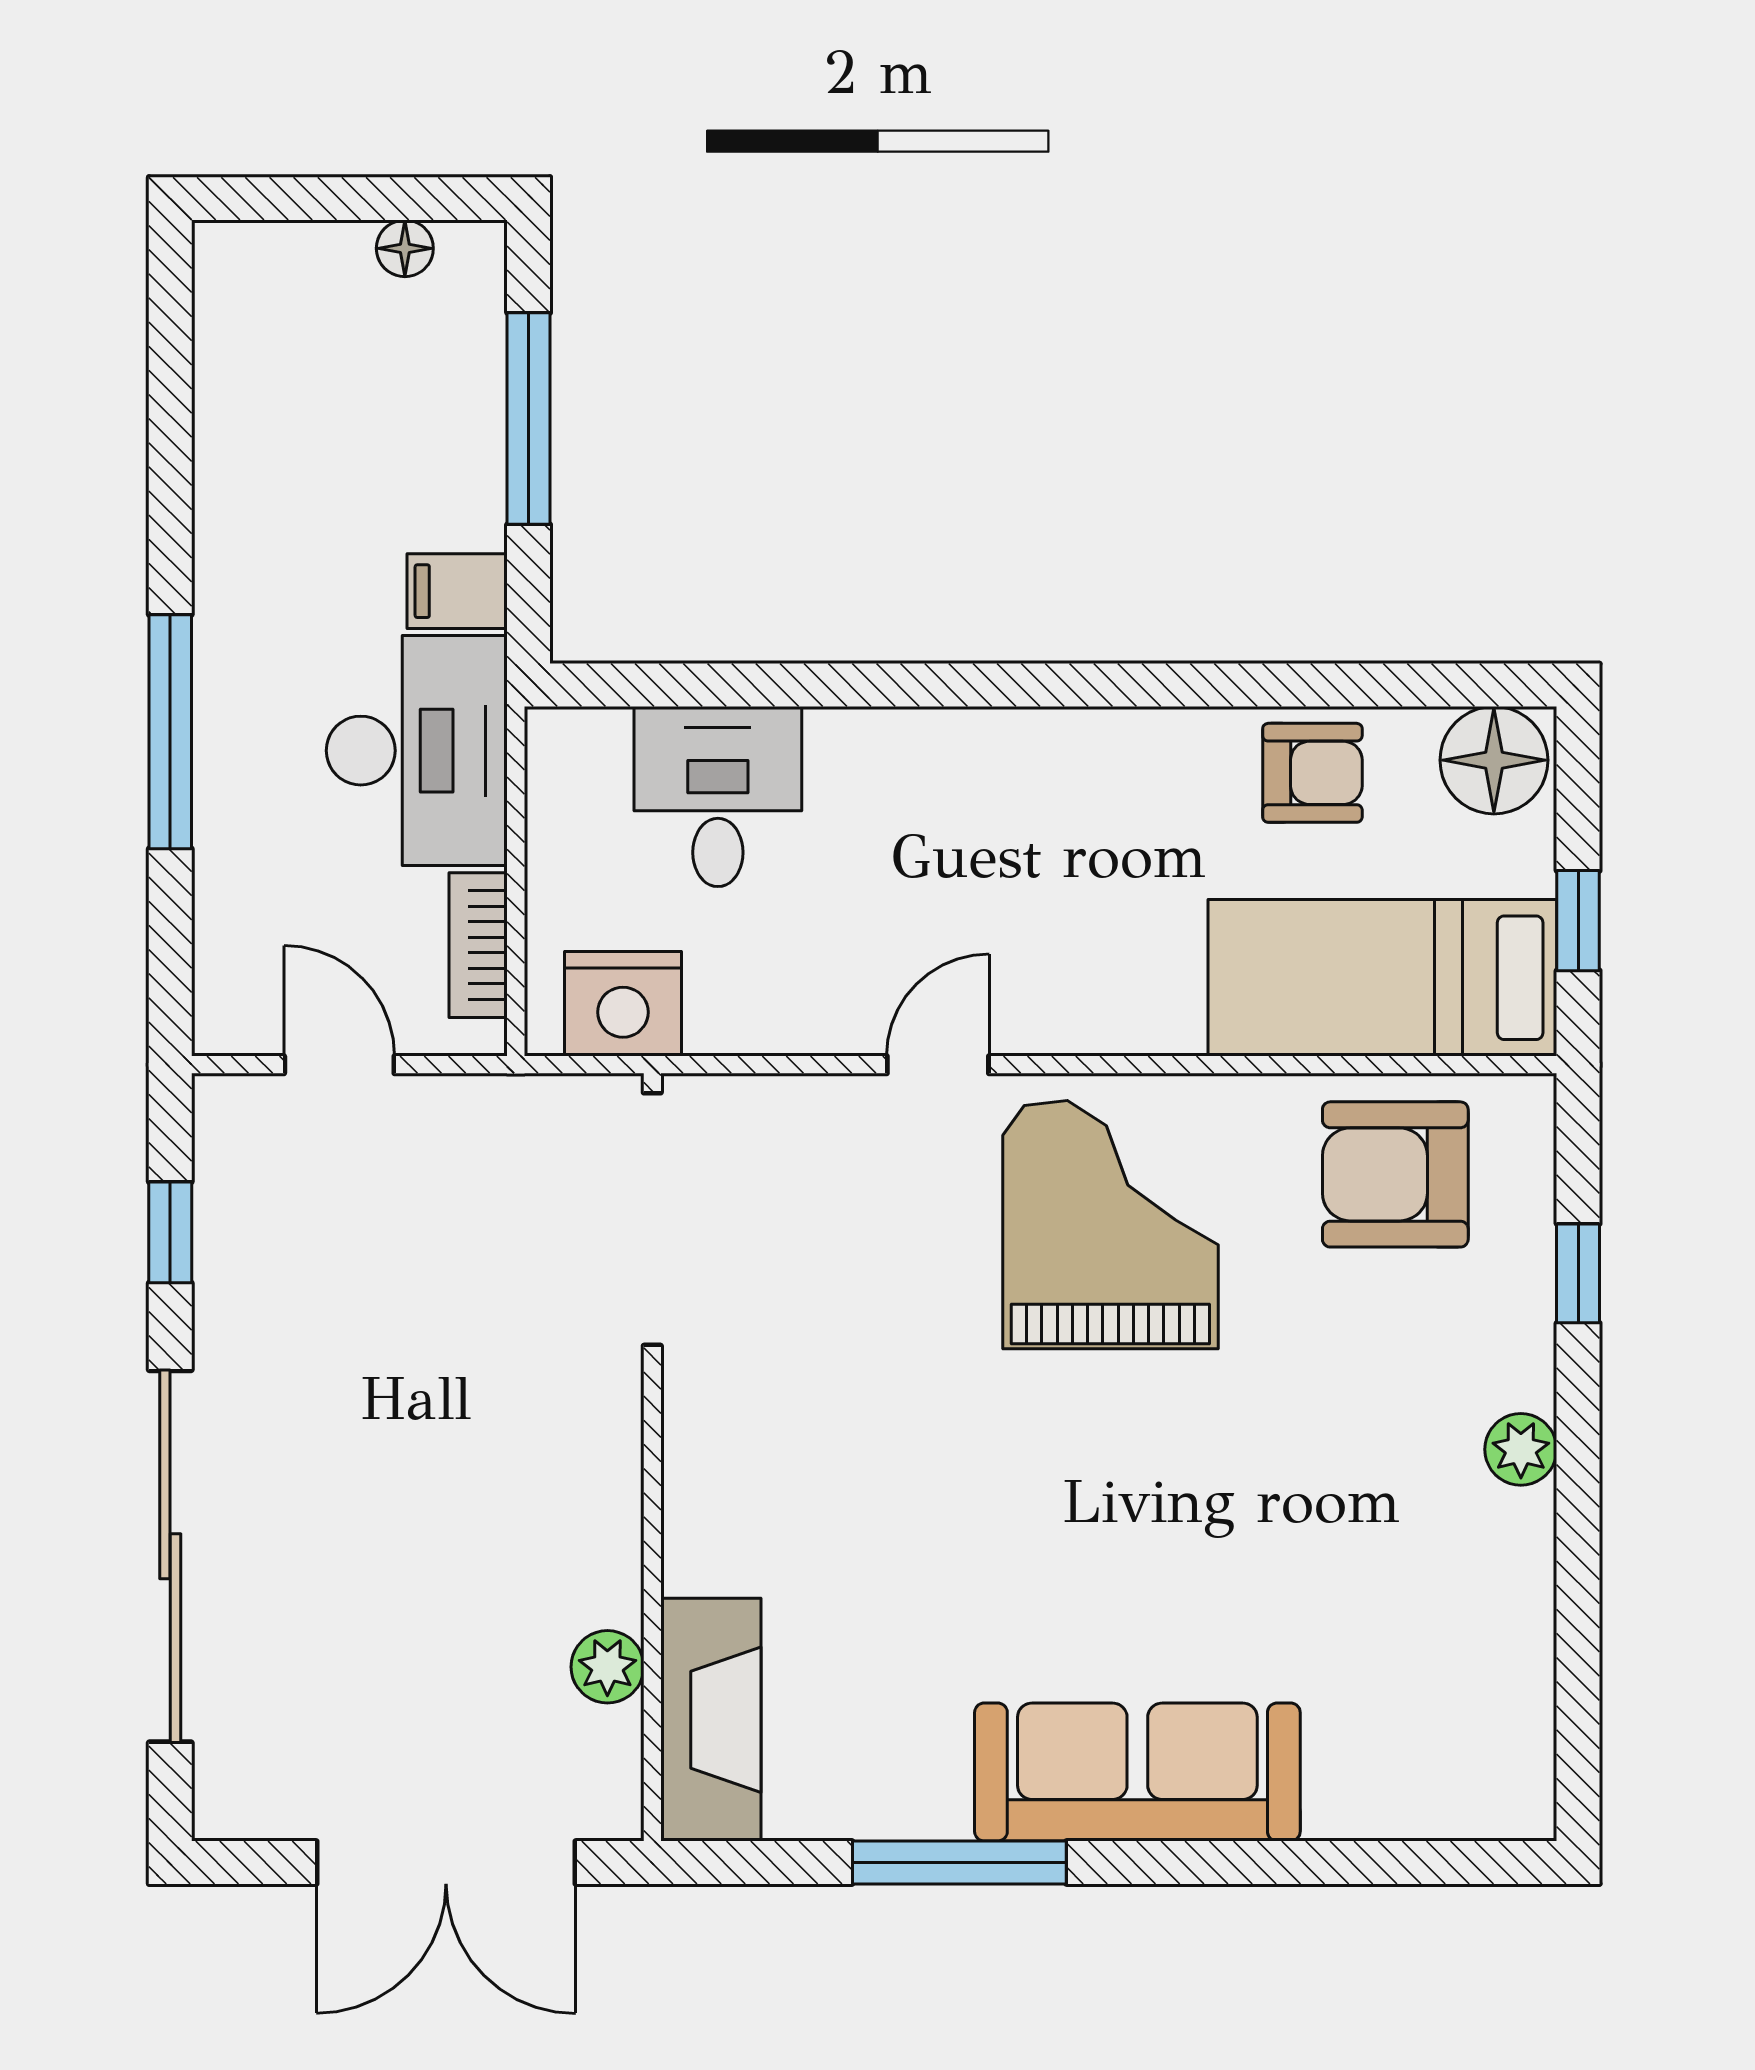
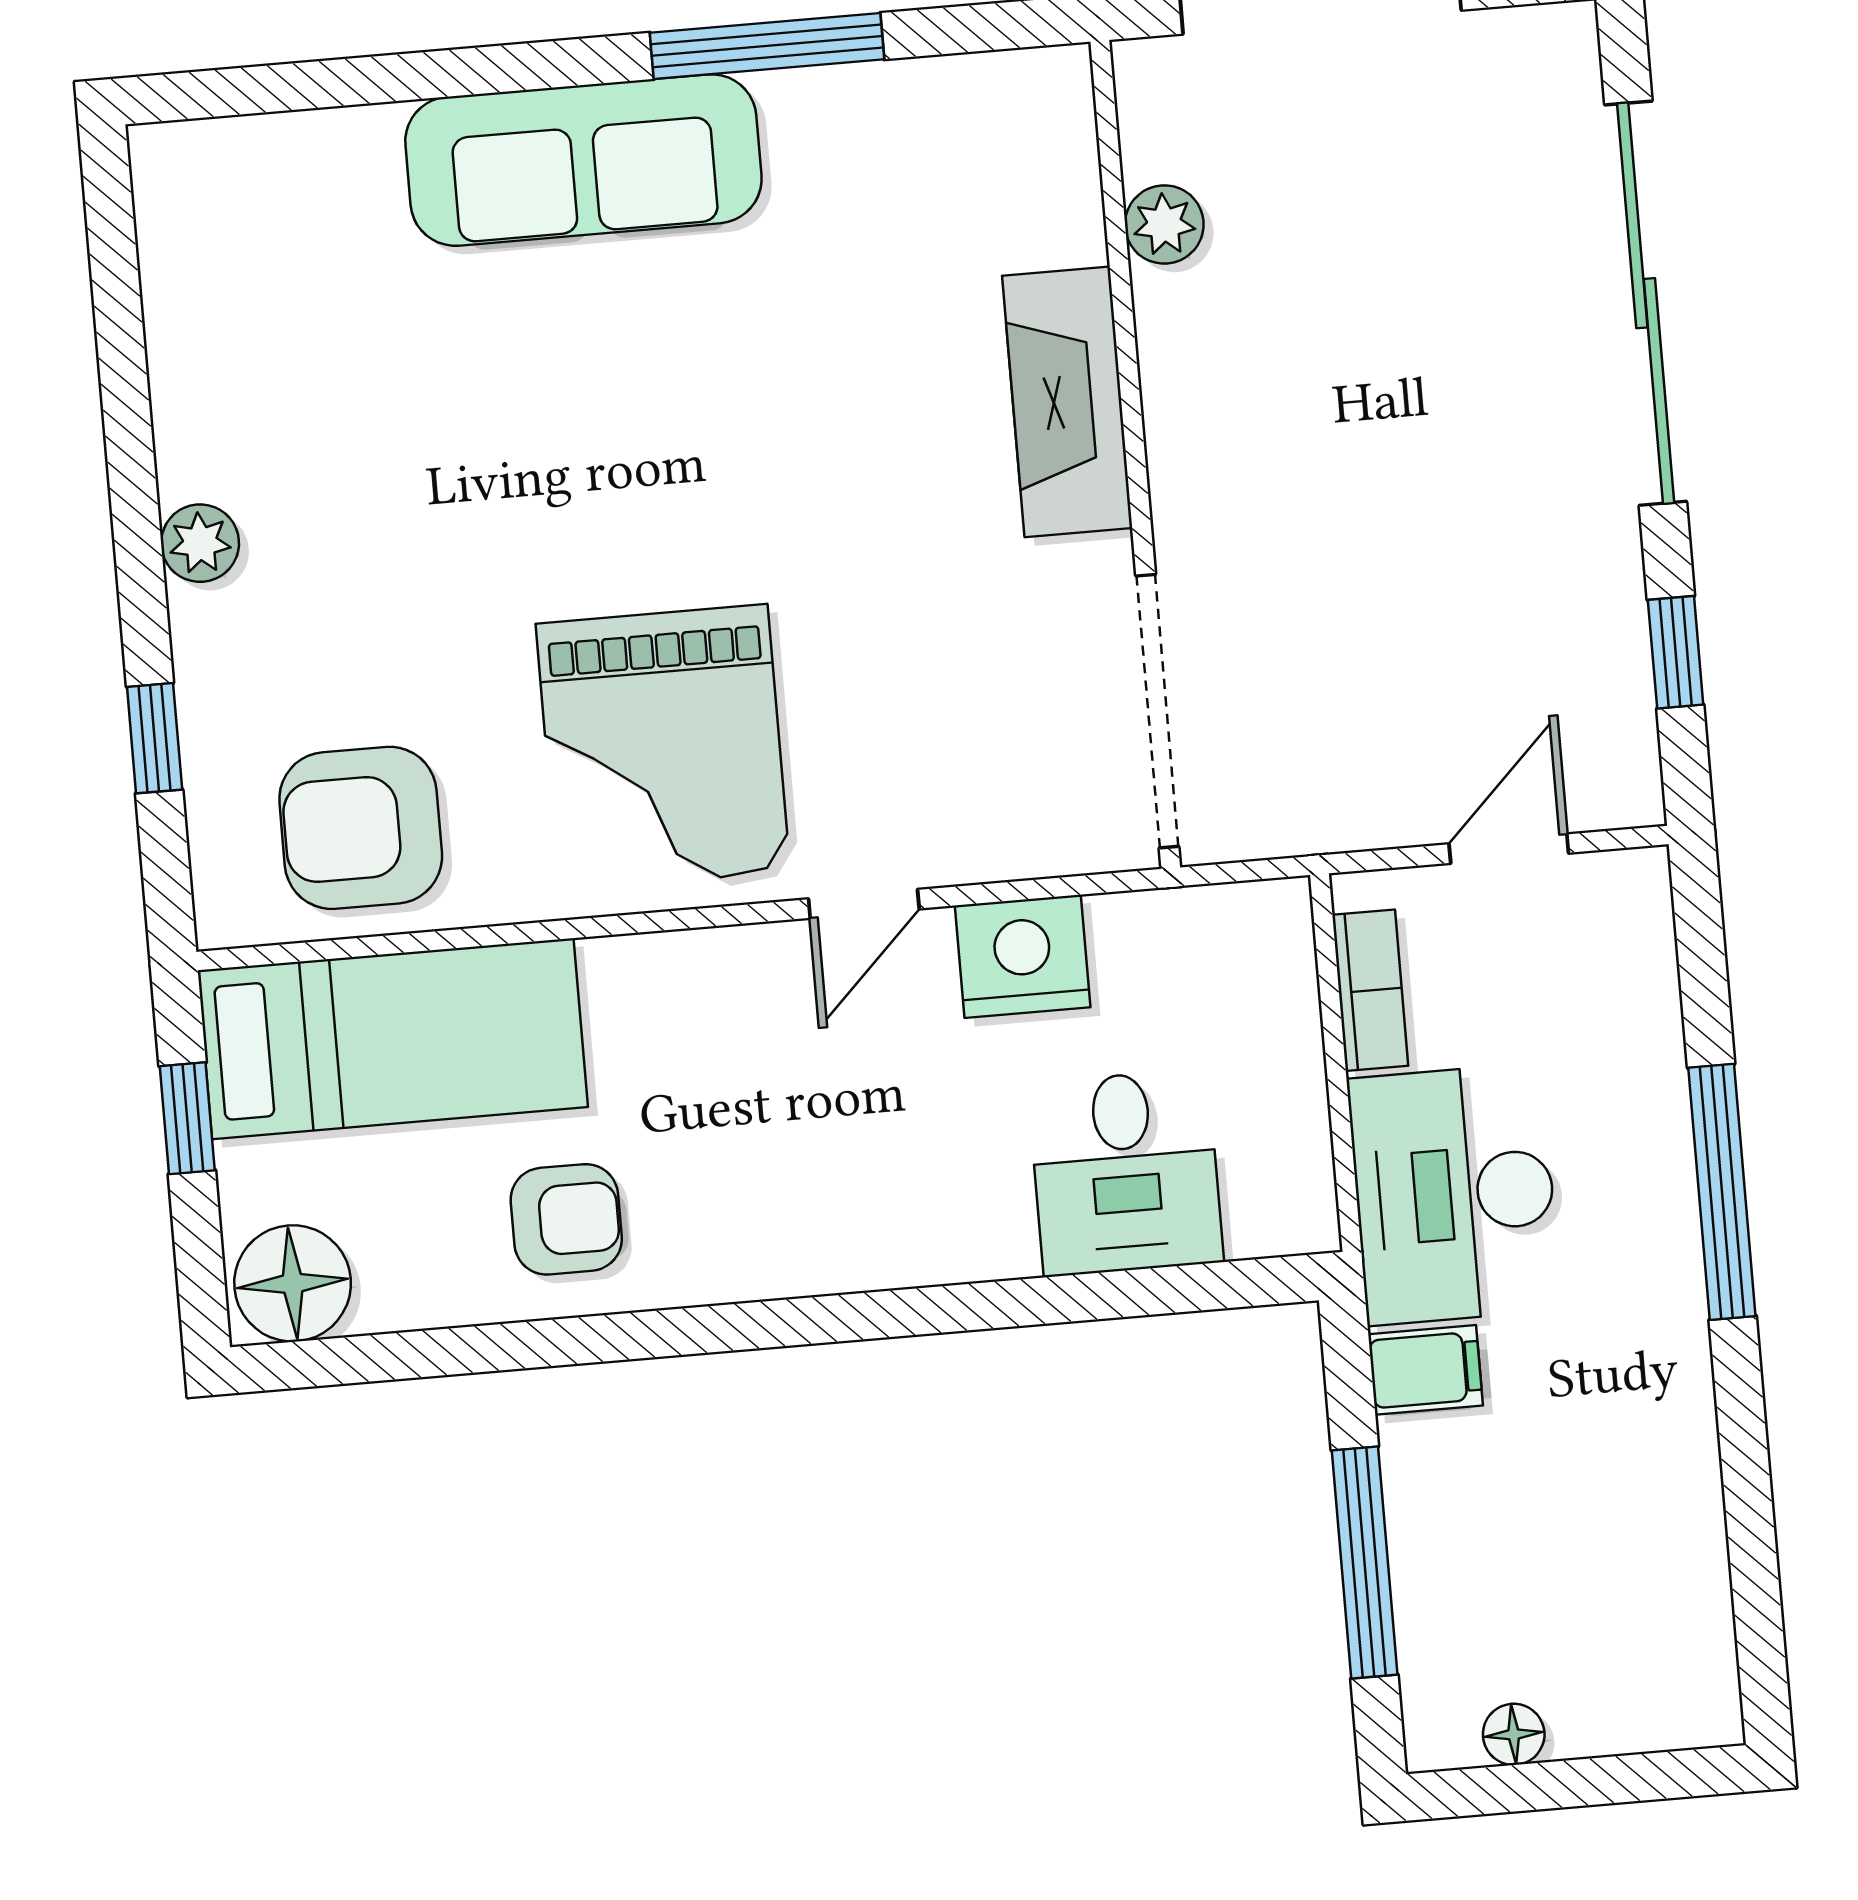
armchair: (1312, 773) -> (566, 1219), moved, turned 180
nightstand: (623, 1004) -> (1023, 956), moved
door: (339, 1065) -> (1509, 849), swing flipped
armchair: (1395, 1174) -> (361, 828), turned 180
fireplace: (711, 1720) -> (1067, 402), moved

